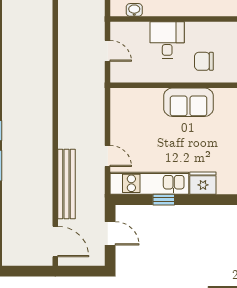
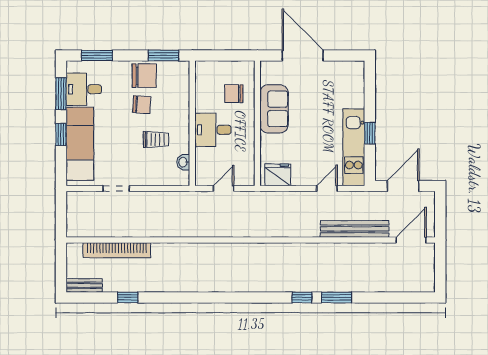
chair: (204, 61) -> (234, 94), turned 90
fridge: (203, 183) -> (278, 175), moved, turned 90
door: (110, 233) -> (403, 186), width x1.38

